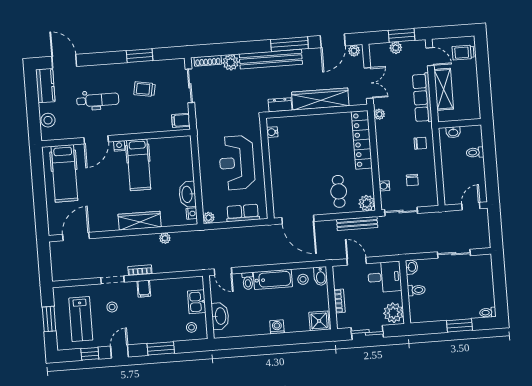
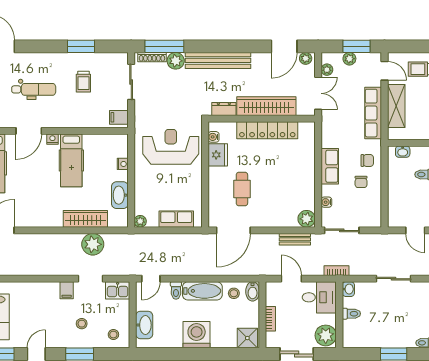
window: (289, 44) -> (164, 46), moved
trolley: (144, 89) -> (83, 82), turned -100
plant: (379, 114) -> (327, 70), moved
locker: (362, 140) -> (267, 130), moved, turned -90
fridge: (278, 149) -> (218, 155), added
row of seats: (385, 152) -> (330, 166), added
reception desk: (237, 163) -> (171, 147), moved, turned 90
chair: (412, 180) -> (361, 182), moved
cafe table: (339, 191) -> (242, 189), moved
door: (471, 206) -> (415, 230), swing flipped
nightstand: (192, 214) -> (123, 164), moved
door: (298, 219) -> (233, 230), hinge flipped
wardrobe: (140, 221) -> (85, 219), moved
bench: (357, 223) -> (295, 239), width x0.73
plant: (165, 238) -> (93, 244), width x1.87, depth x1.87
bookcase: (140, 270) -> (337, 271), moved
door: (223, 271) -> (151, 279), hinge flipped
doorway: (112, 280) -> (90, 279), moved
kitchen sink: (197, 302) -> (118, 290), moved, turned -90
stool: (112, 307) -> (82, 324), moved
washing machine: (277, 327) -> (197, 335), width x1.89, depth x1.89

